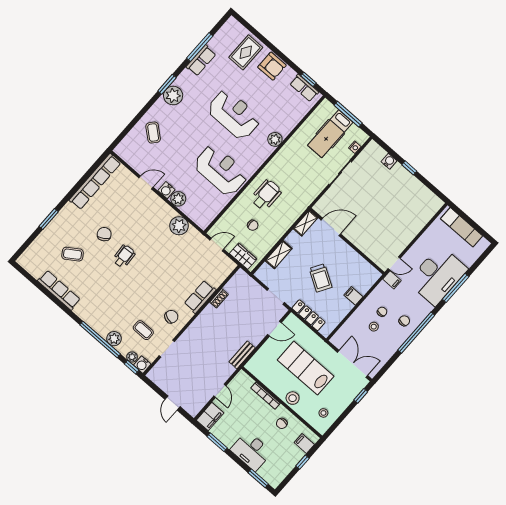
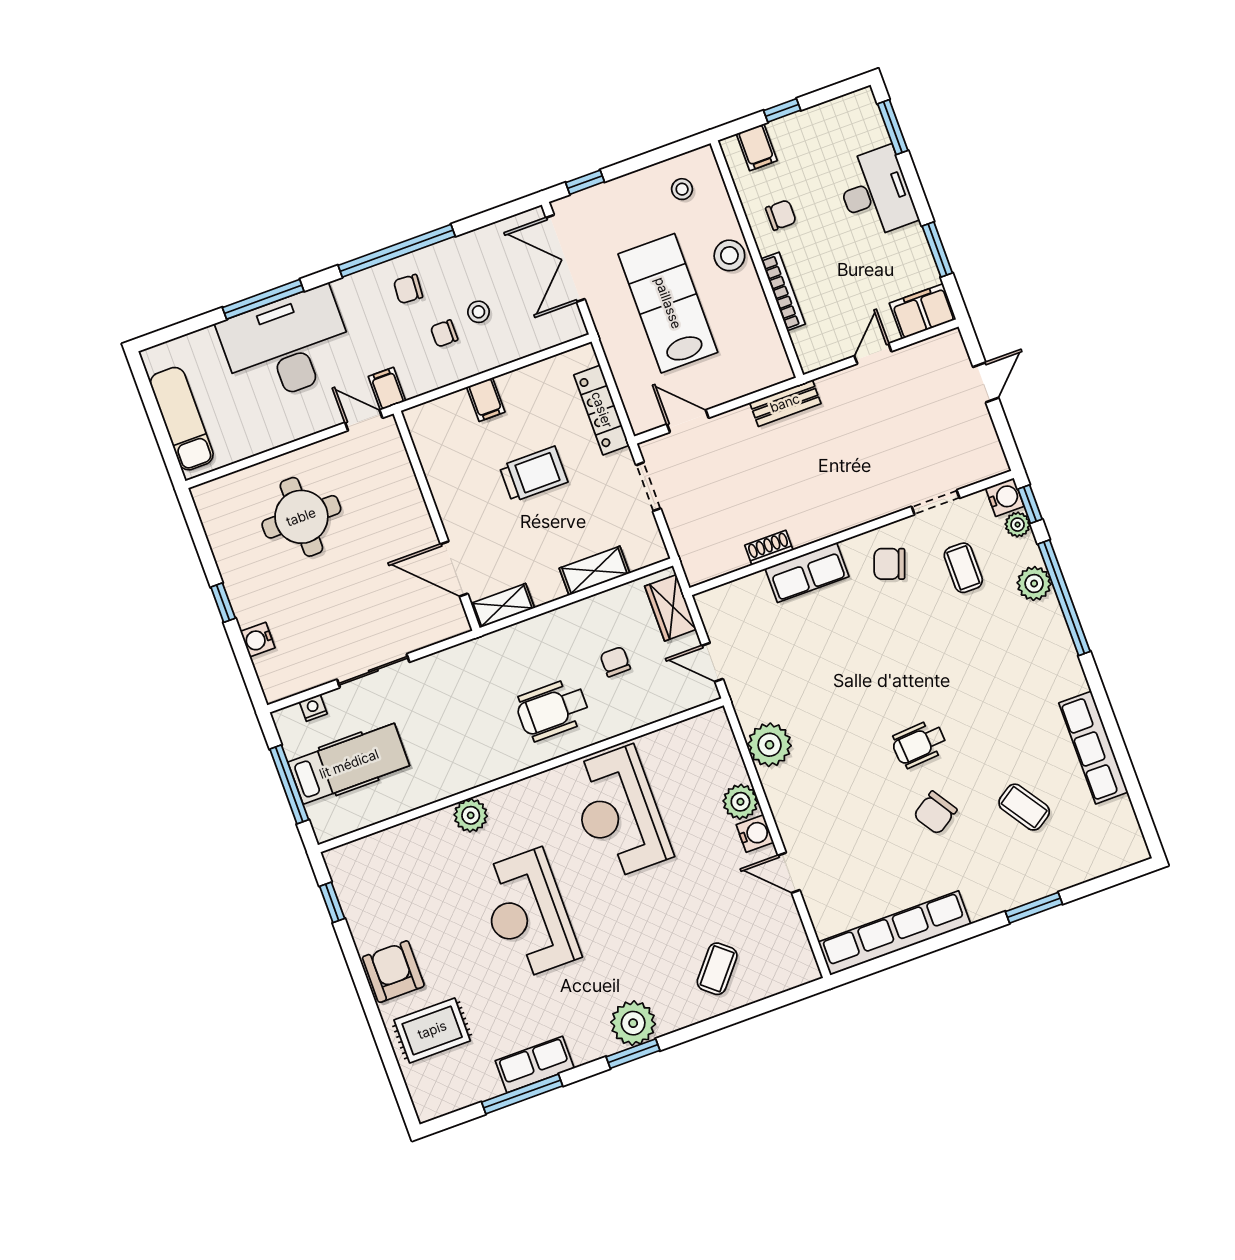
row of seats: (304, 88) -> (351, 889), removed
round table: (398, 215) -> (301, 517), added
trolley: (321, 278) -> (534, 474), turned 59
lab bench: (306, 368) -> (668, 303), turned 180

